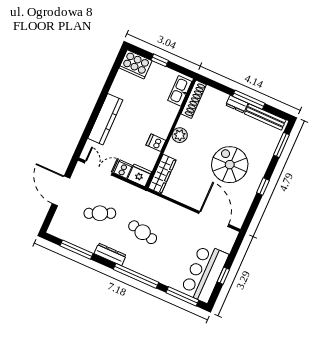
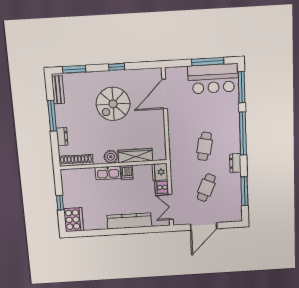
kitchen sink: (180, 91) -> (108, 173), moved
dresser: (237, 104) -> (62, 137), moved
bench: (265, 117) -> (58, 90), width x0.73
wardrobe: (162, 174) -> (135, 156), moved
cafe table: (100, 213) -> (206, 188), turned 48
dresser: (110, 254) -> (235, 163), width x0.70
window: (223, 276) -> (208, 62), width x2.17

